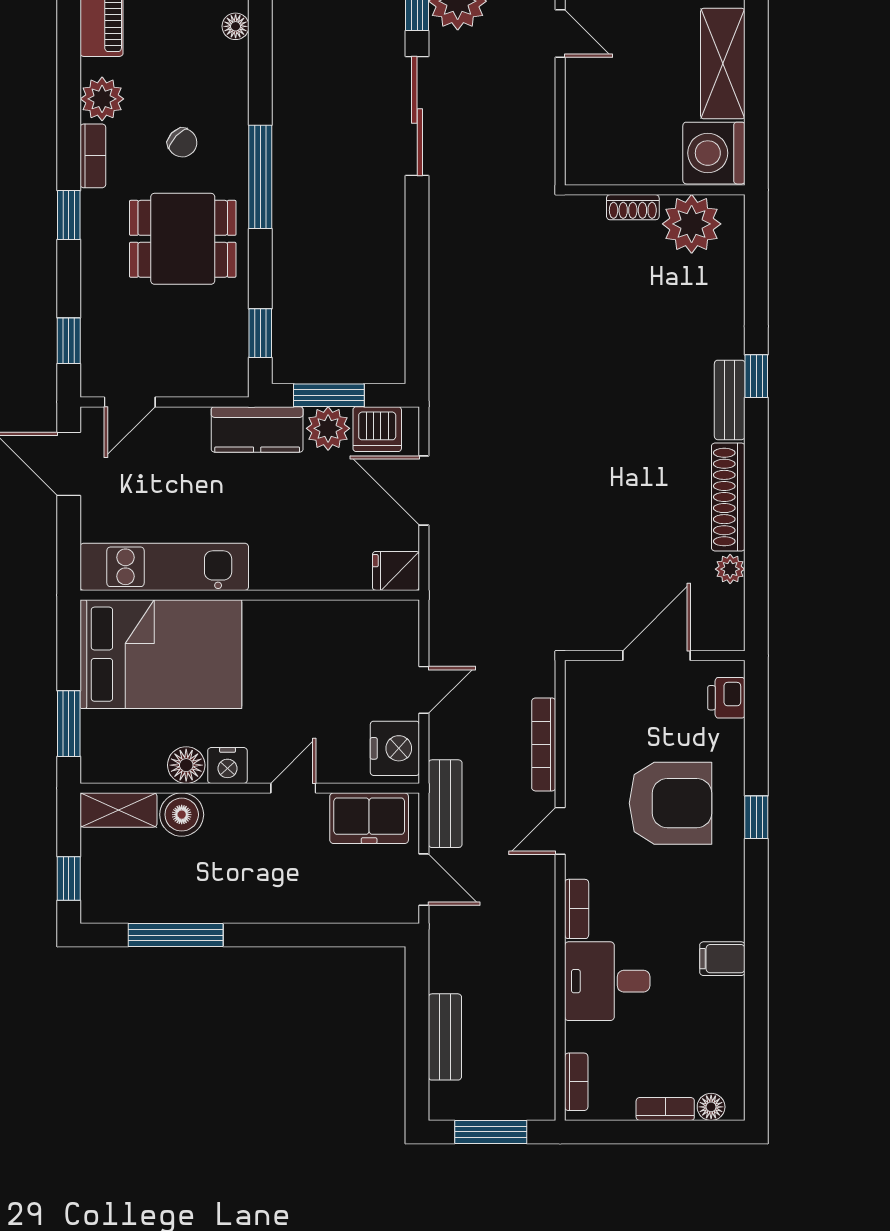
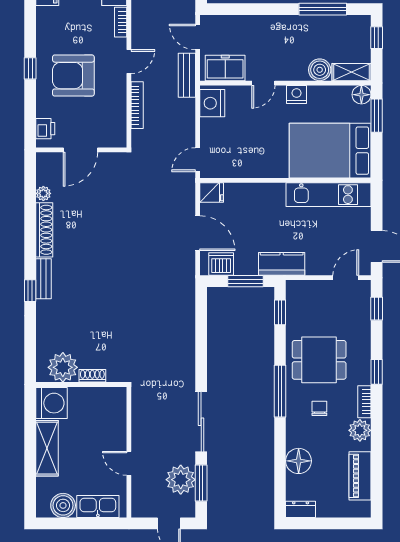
floor lamp: (236, 26) -> (299, 461), width x1.89, depth x1.89
chair: (182, 143) -> (319, 408), turned 47
plant: (328, 428) -> (246, 264), removed
door: (424, 690) -> (198, 160), moved
floor lamp: (186, 765) -> (361, 95), moved

